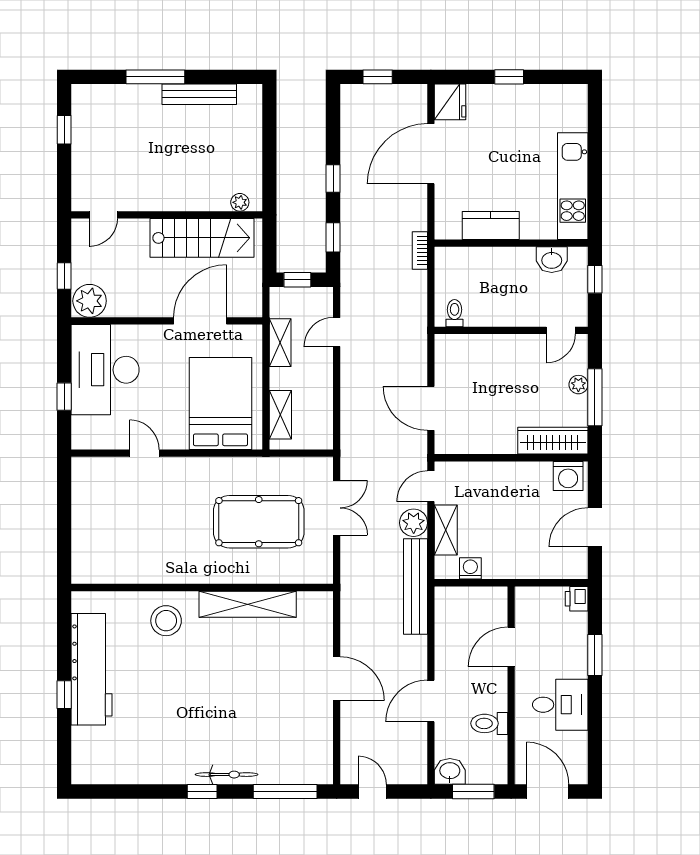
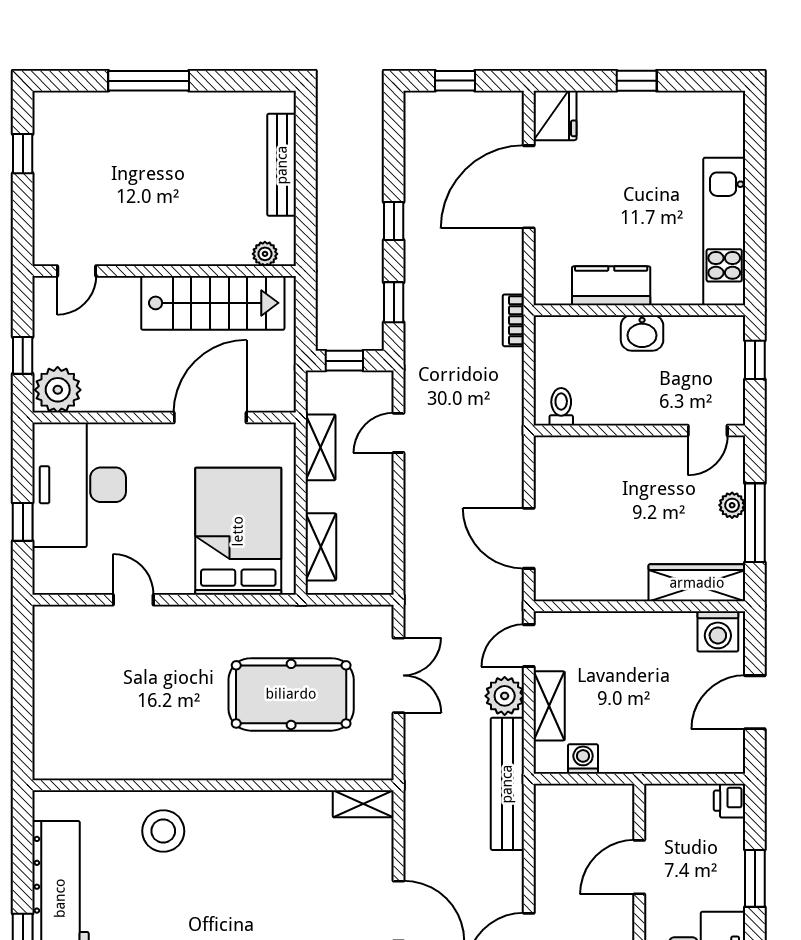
bench: (199, 94) -> (282, 165), moved, turned 90
washbasin: (552, 260) -> (642, 333), moved
shelving: (248, 604) -> (363, 804), moved, width x0.45, depth x0.75

